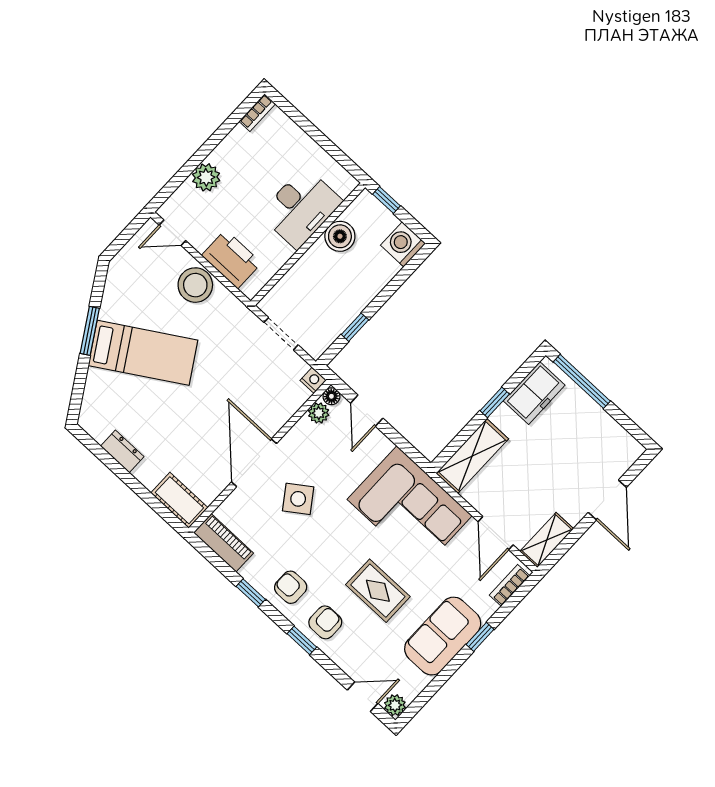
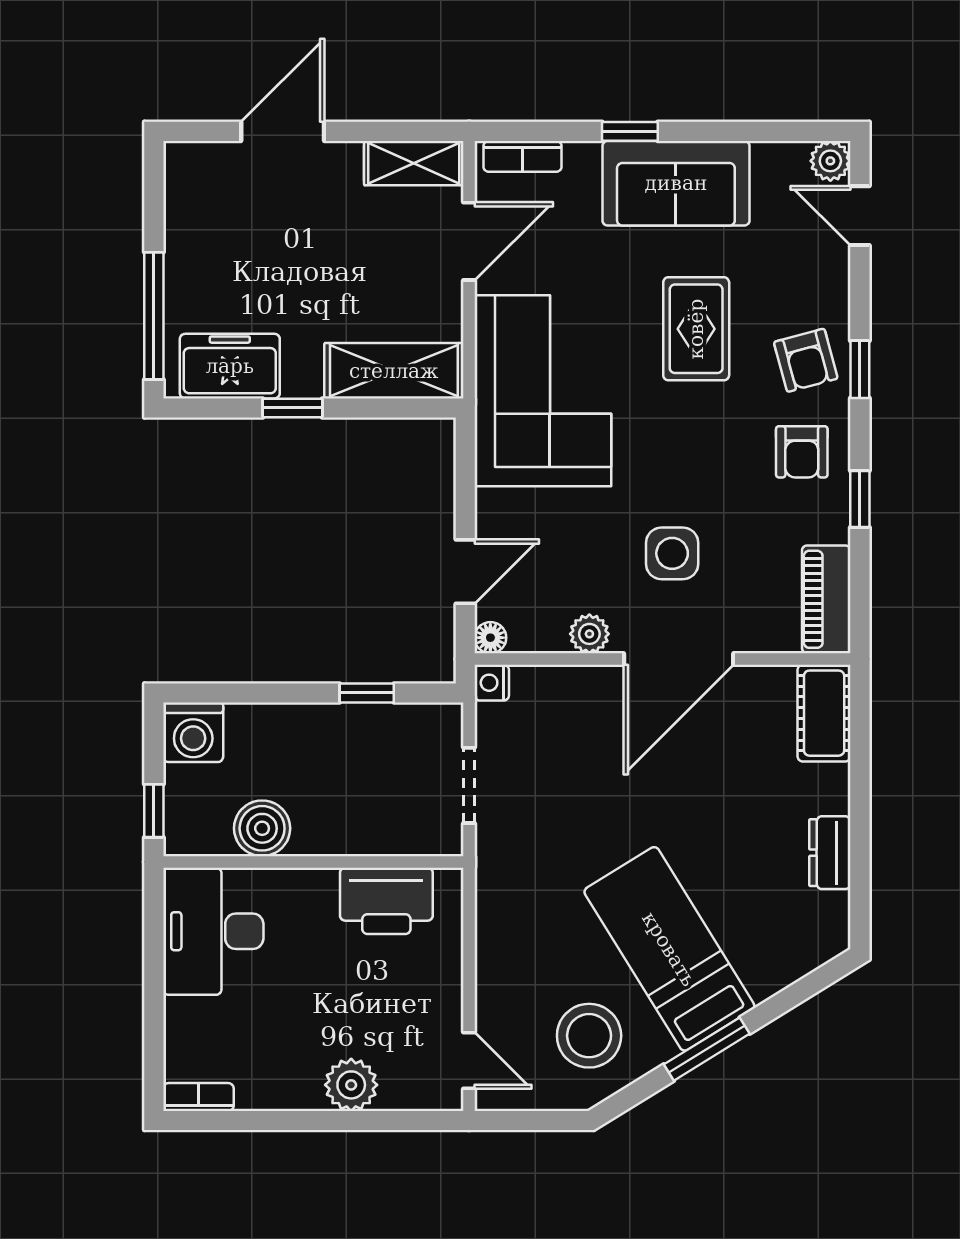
desk: (301, 208) -> (213, 931), moved, turned -90
printer: (232, 259) -> (386, 901), moved, turned -90
stool: (195, 285) -> (589, 1036), moved
plant: (319, 413) -> (589, 634), moved
side table: (298, 499) -> (672, 553), turned 35
armchair: (325, 622) -> (806, 360), turned -105

